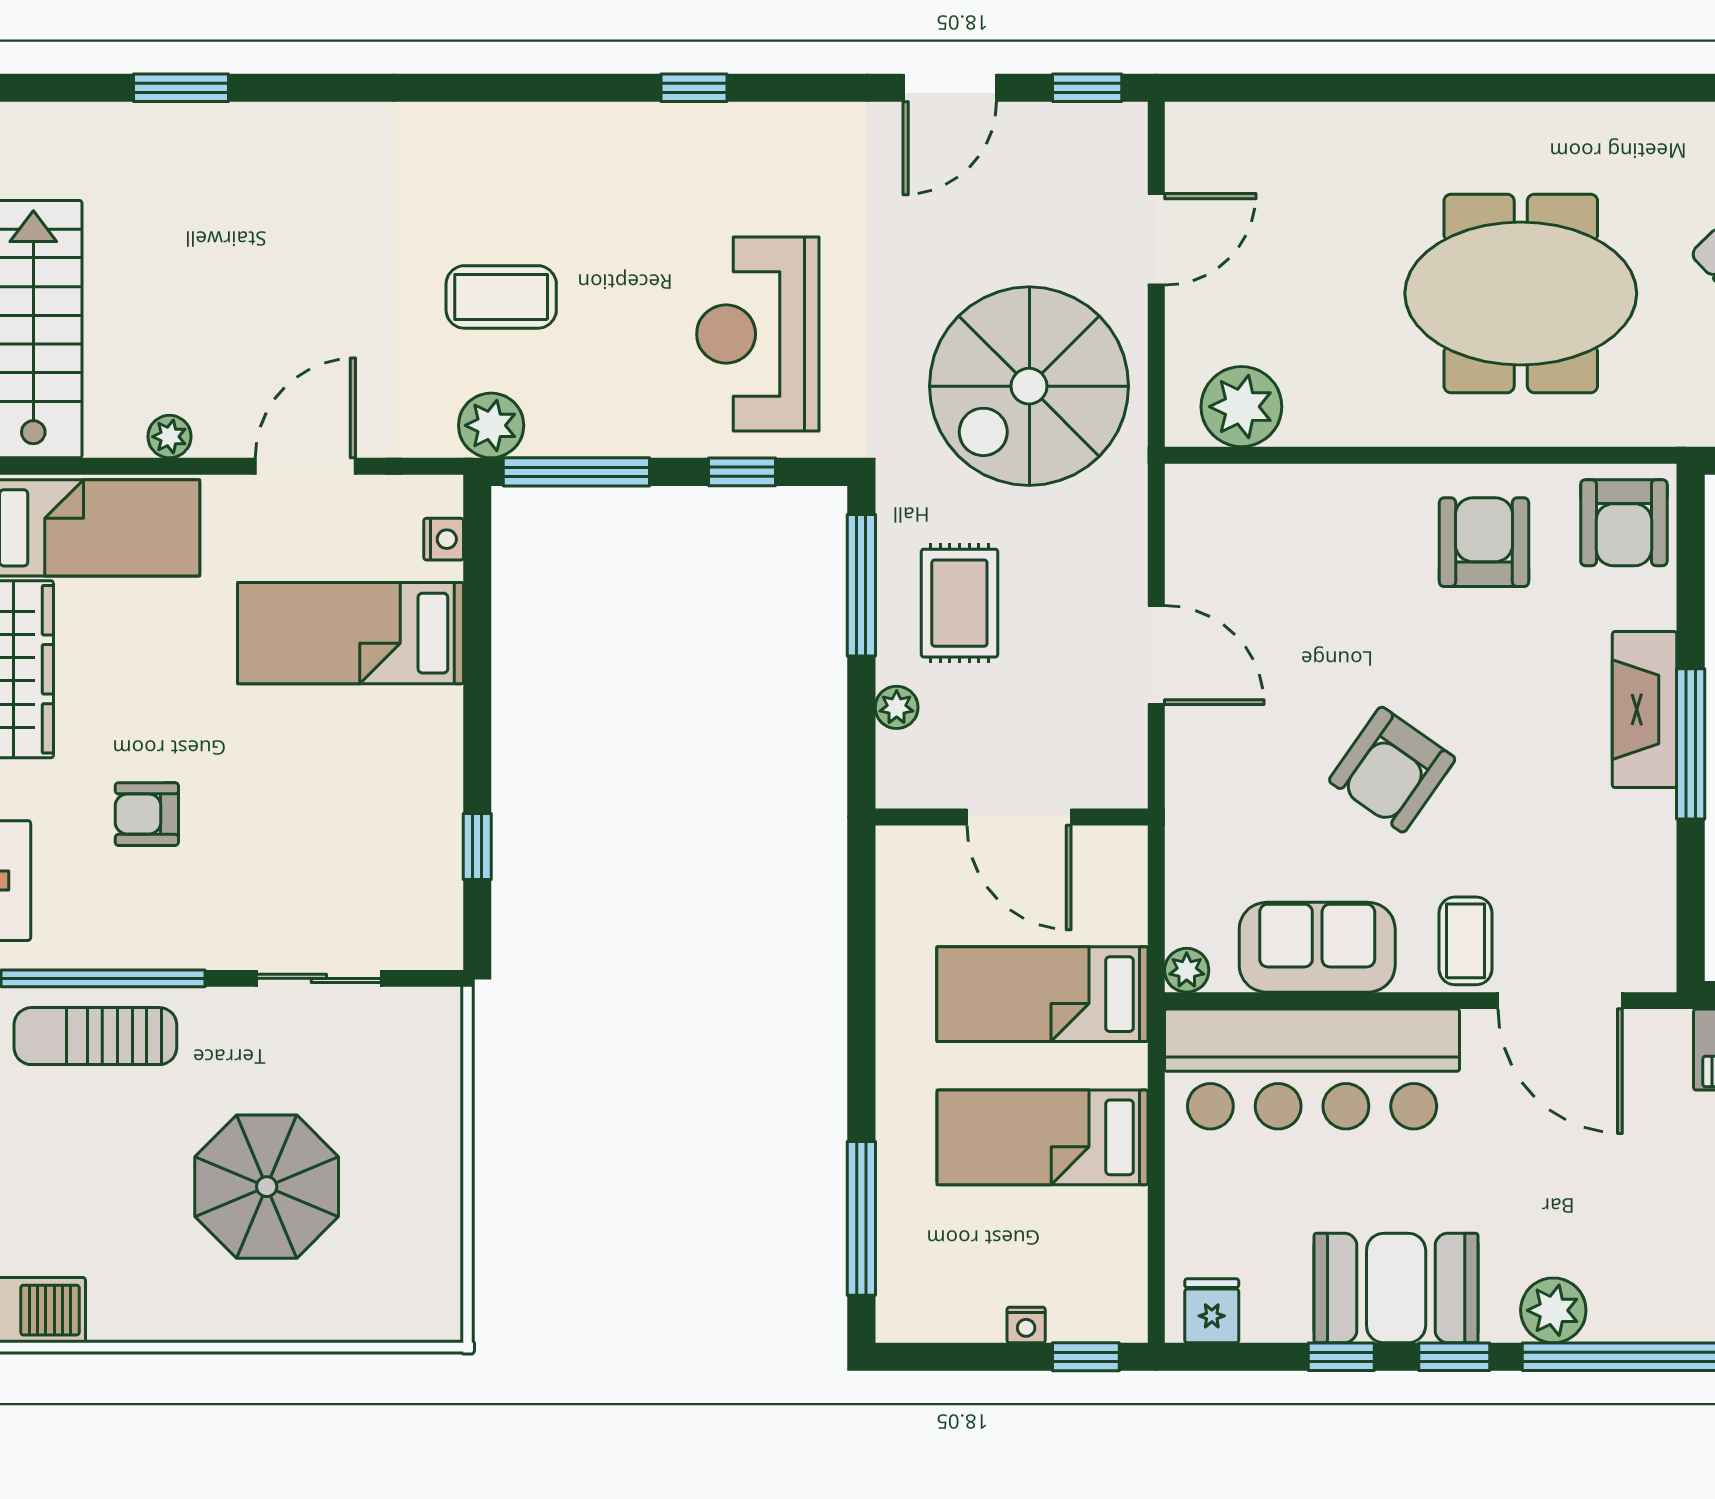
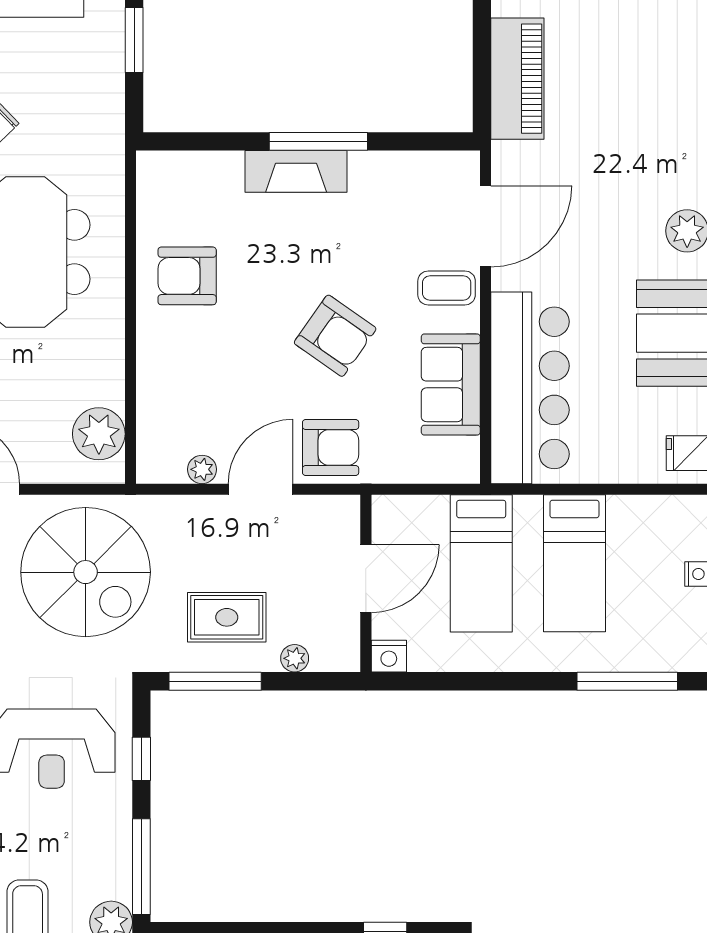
armchair: (1624, 523) -> (331, 448), moved
nightstand: (900, 852) -> (389, 656), added
plant: (1187, 970) -> (202, 469), moved

